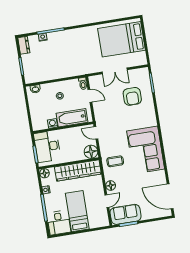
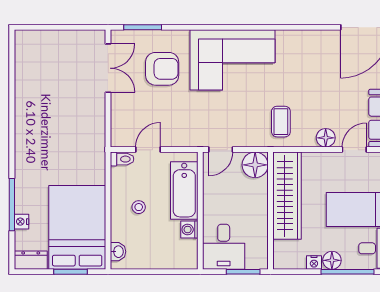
bed: (121, 39) -> (77, 227), moved, turned 180
double door: (115, 71) -> (108, 68), moved
desk: (47, 146) -> (224, 247), width x0.73
corner sofa: (146, 150) -> (232, 60), moved
floor lamp: (44, 173) -> (332, 260), moved
door: (107, 201) -> (354, 150), hinge flipped

